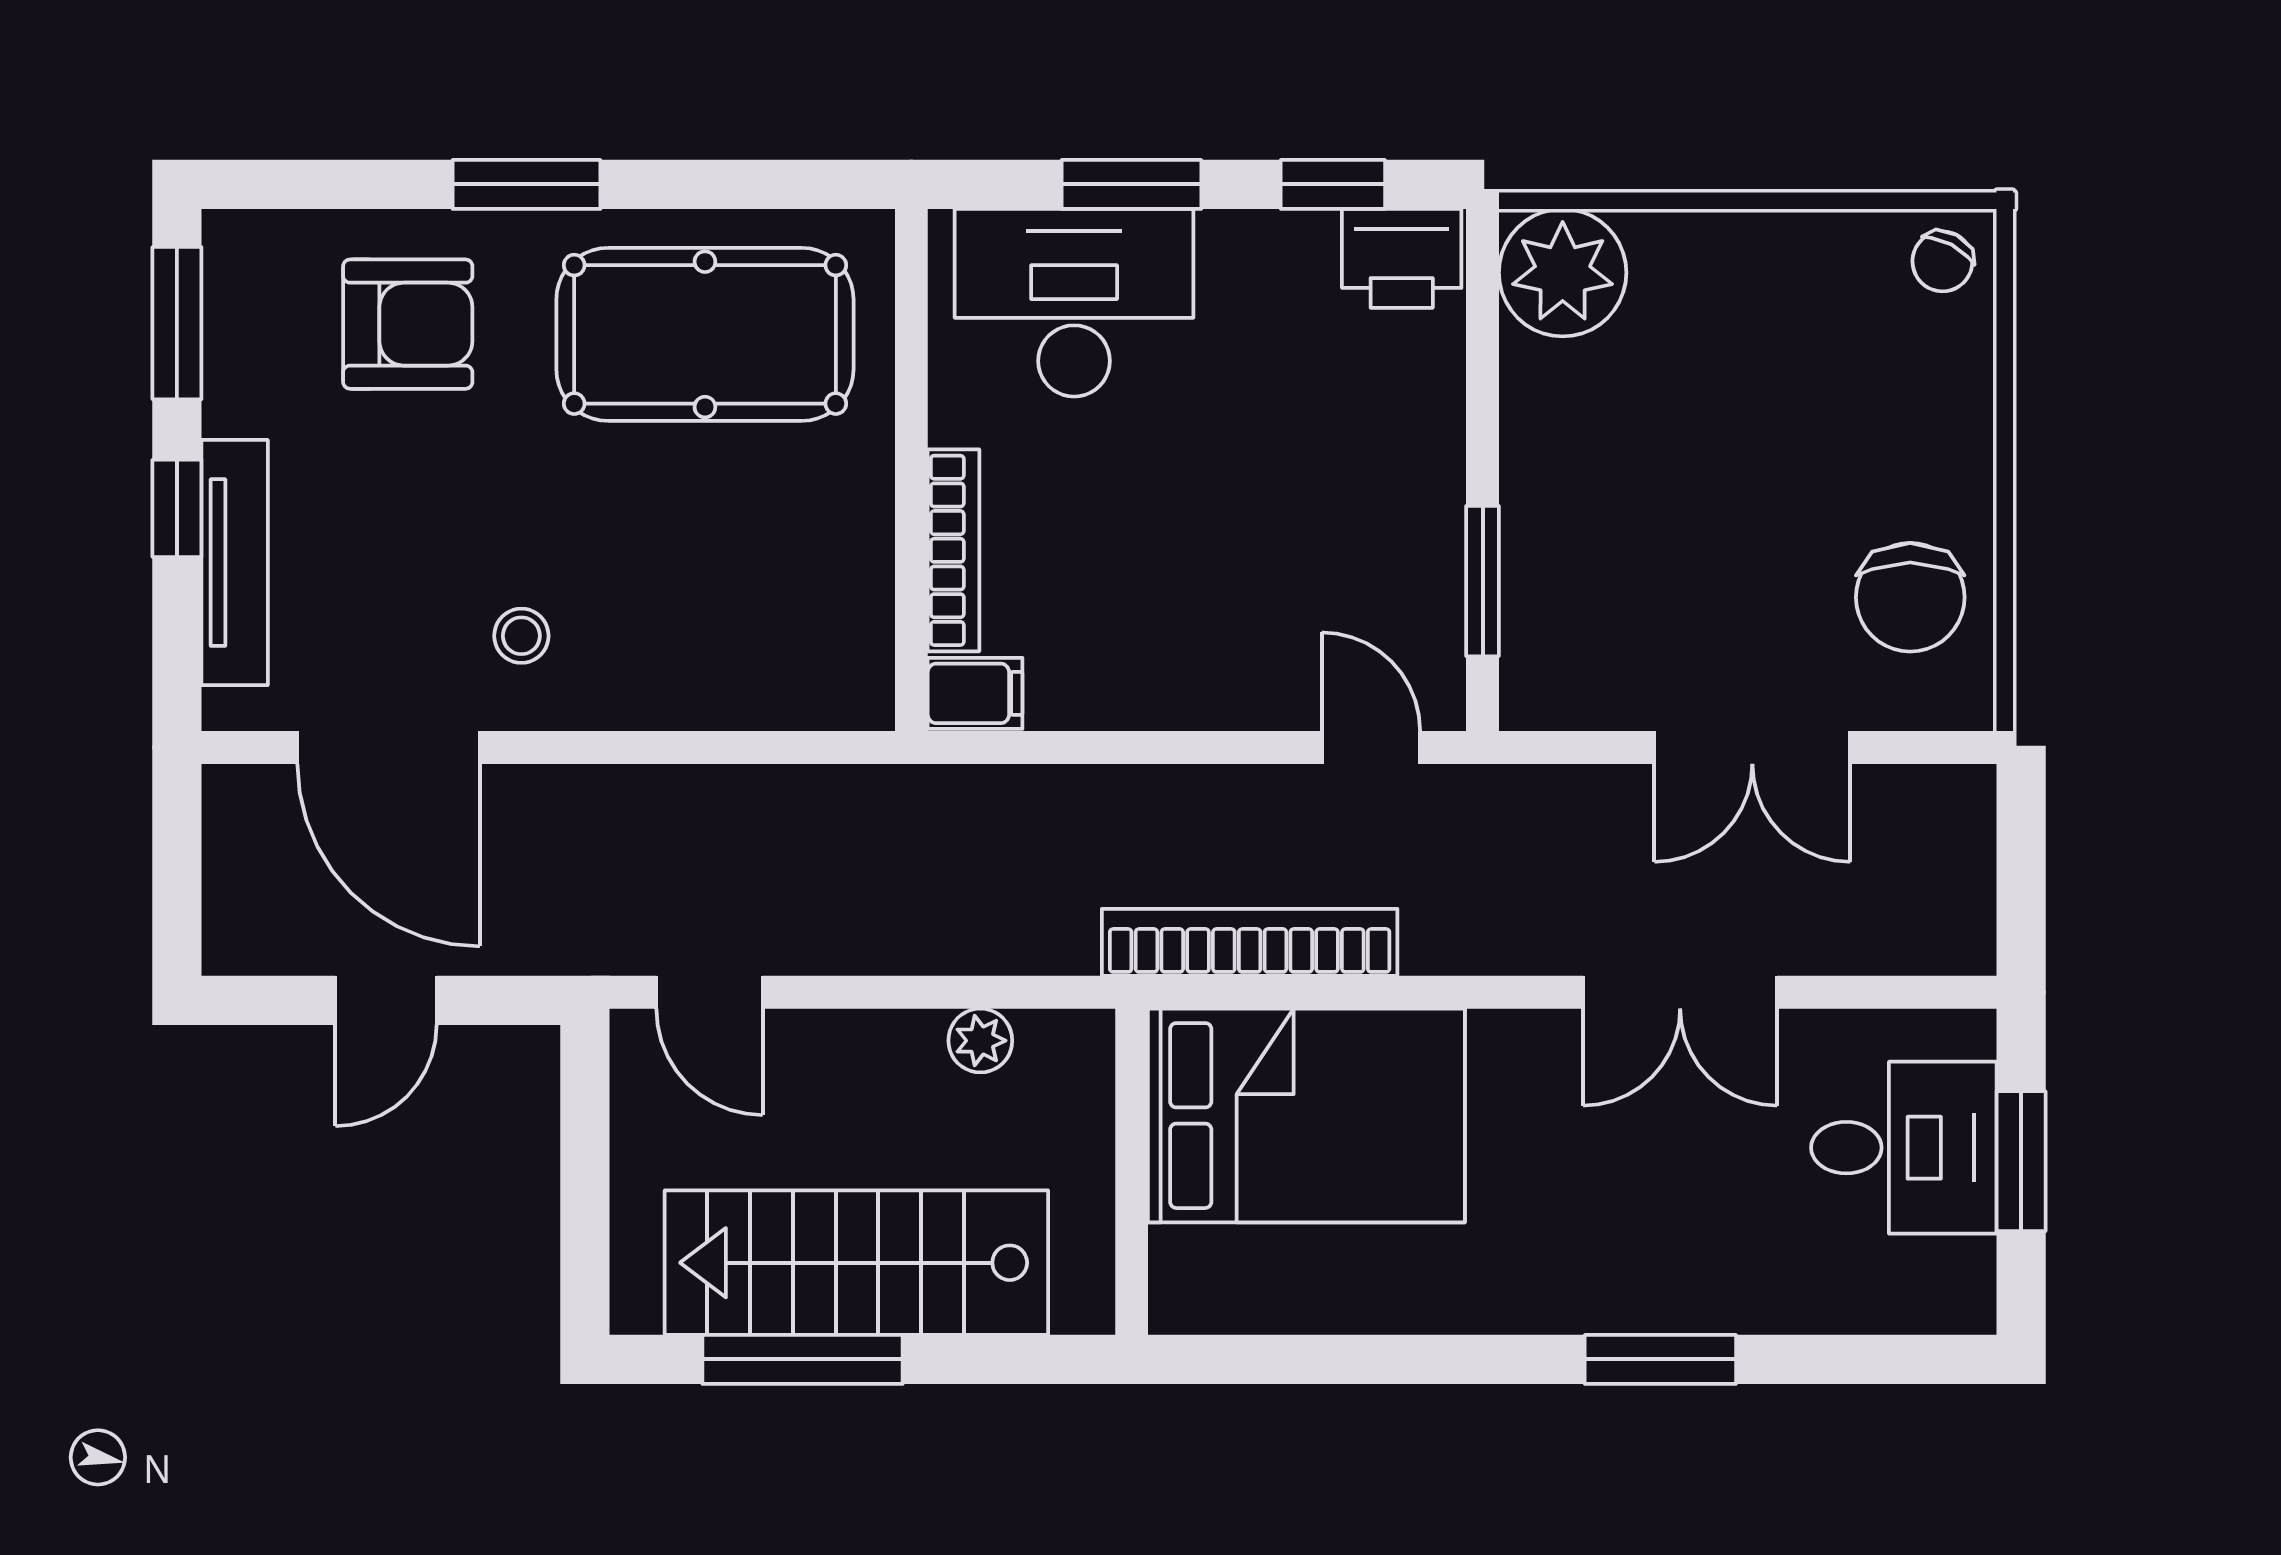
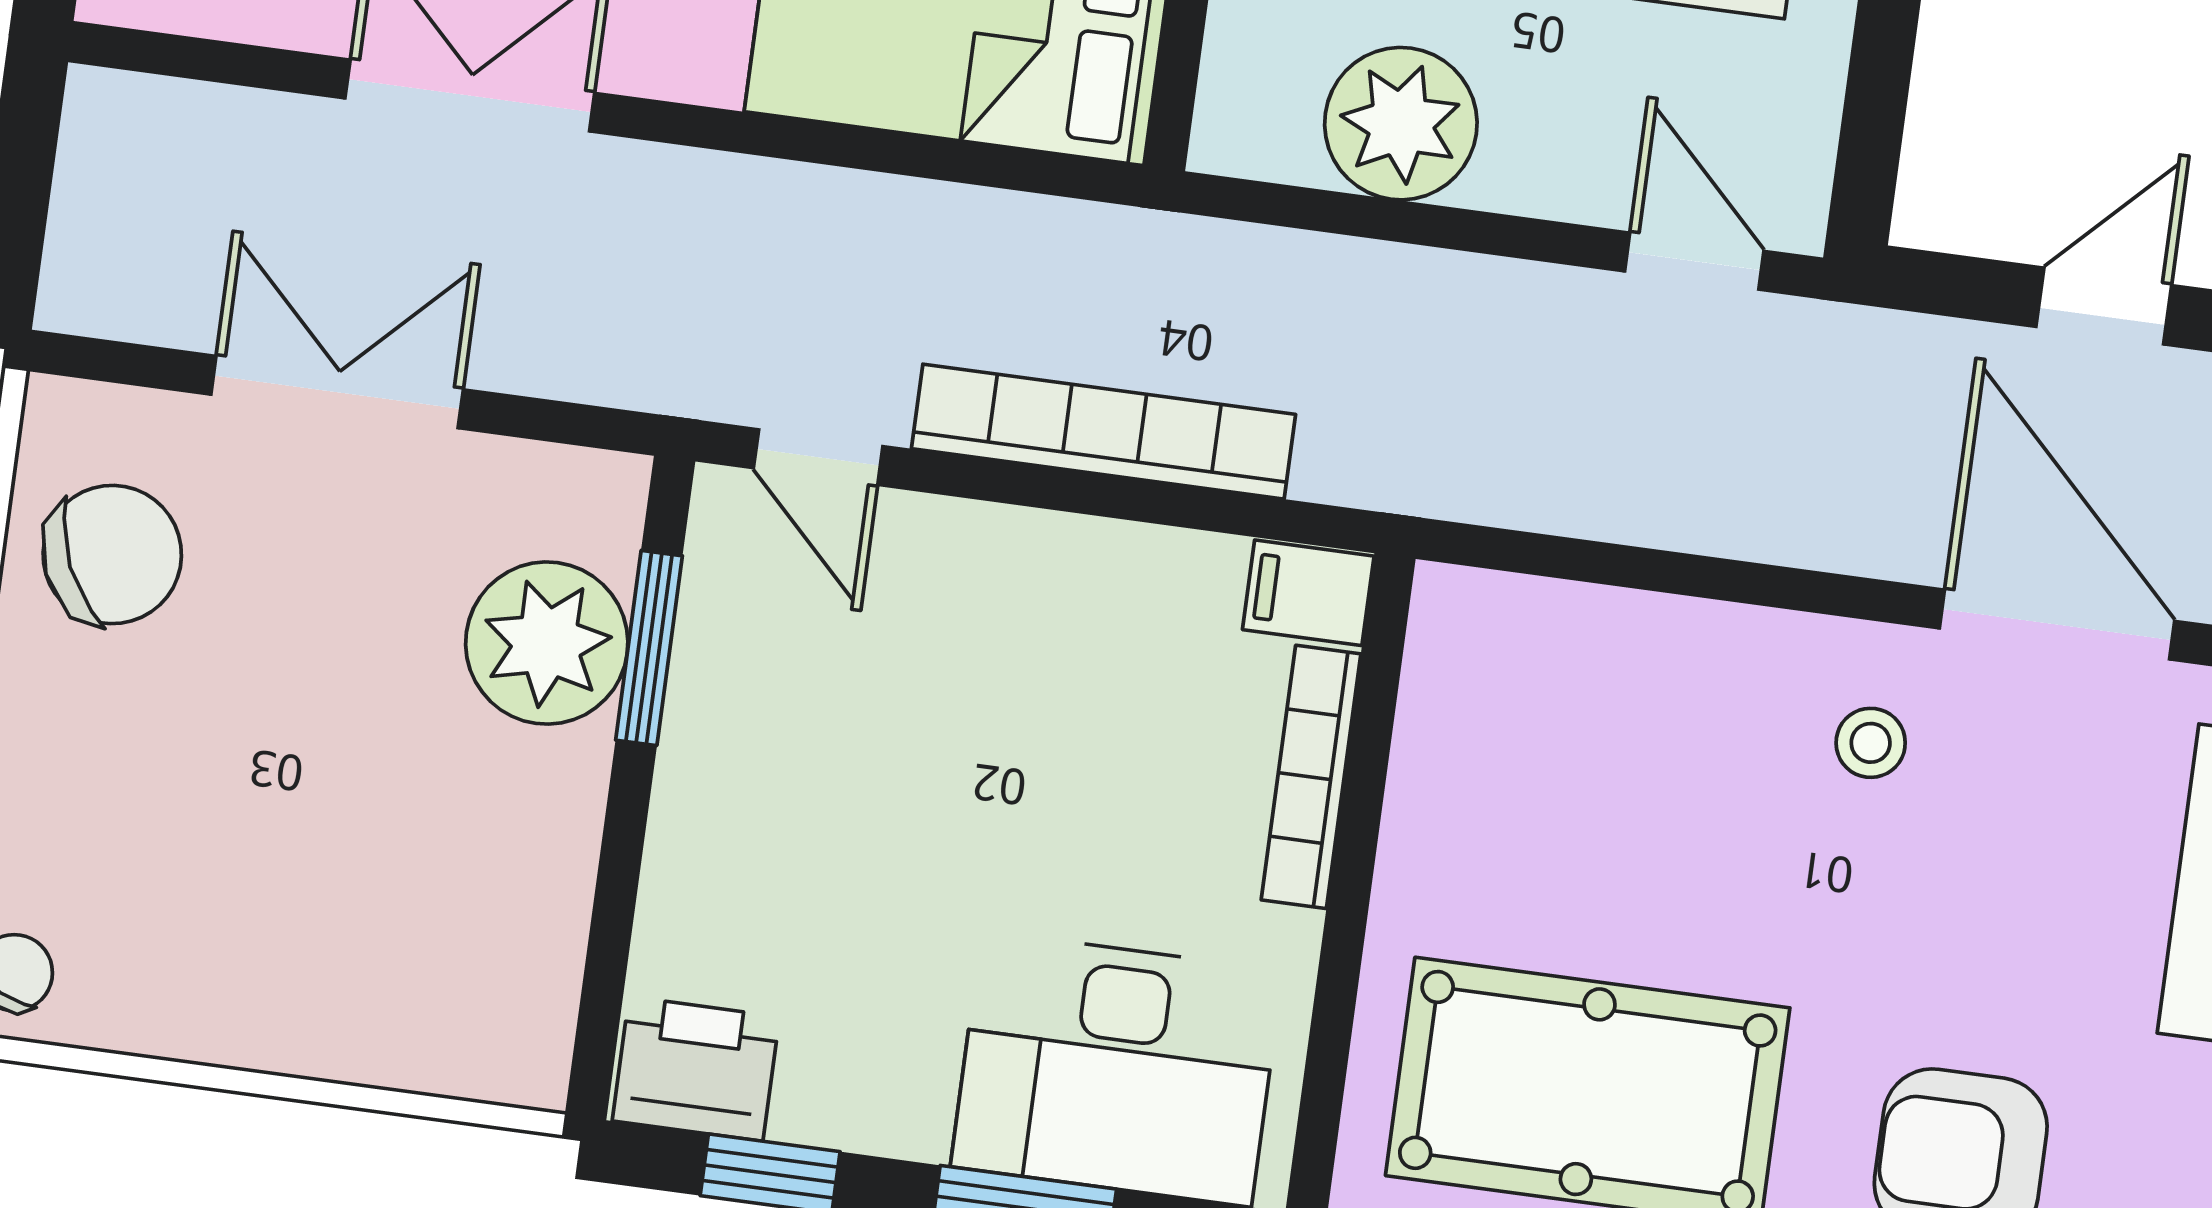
plant: (1563, 273) -> (547, 643), moved
chair: (1910, 597) -> (112, 555), turned 66
bookcase: (1250, 942) -> (1104, 432), moved, turned 180
plant: (980, 1041) -> (1401, 124), width x1.88, depth x1.88

